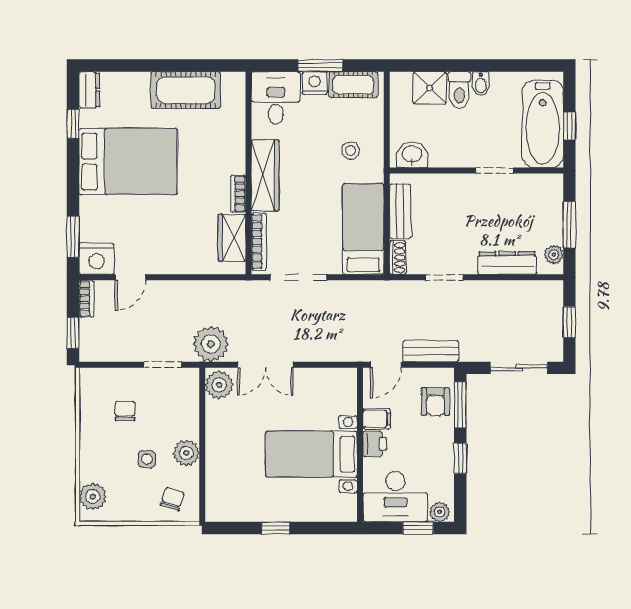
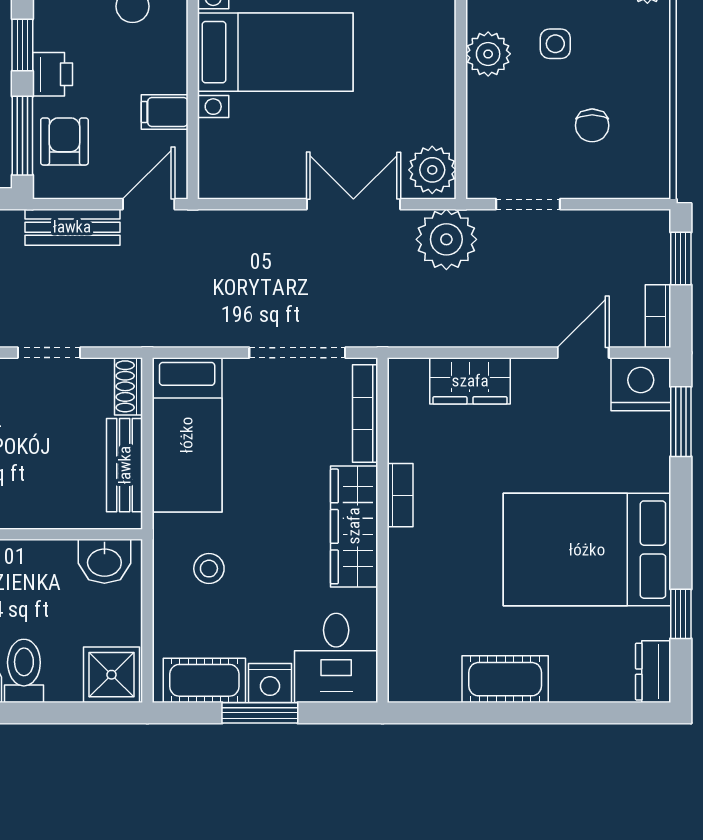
shower: (430, 88) -> (111, 675), moved
cot: (186, 90) -> (505, 679), width x0.73, depth x0.75
wardrobe: (232, 238) -> (470, 381), moved, turned 90
printer: (375, 444) -> (53, 74), moved, turned 180

